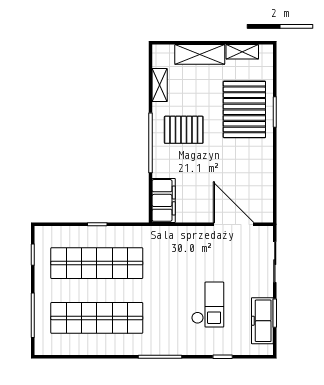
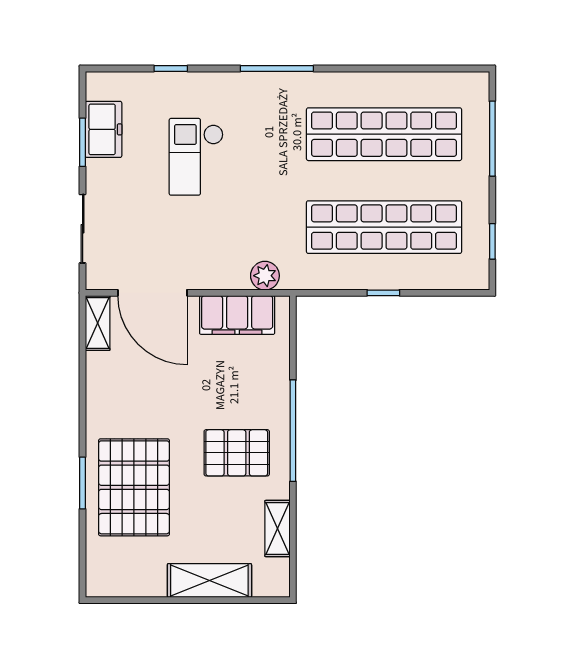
shelving: (242, 52) -> (98, 323), moved, turned 90
filing cabinet: (164, 200) -> (237, 315), moved, turned -90
plant: (167, 234) -> (265, 276), added
freezer: (262, 321) -> (104, 129), width x0.71

